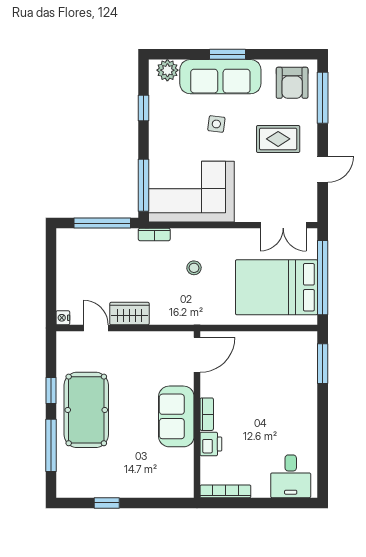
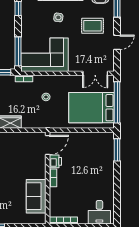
sofa: (176, 416) -> (36, 196), moved
printer: (211, 444) -> (55, 161), moved

